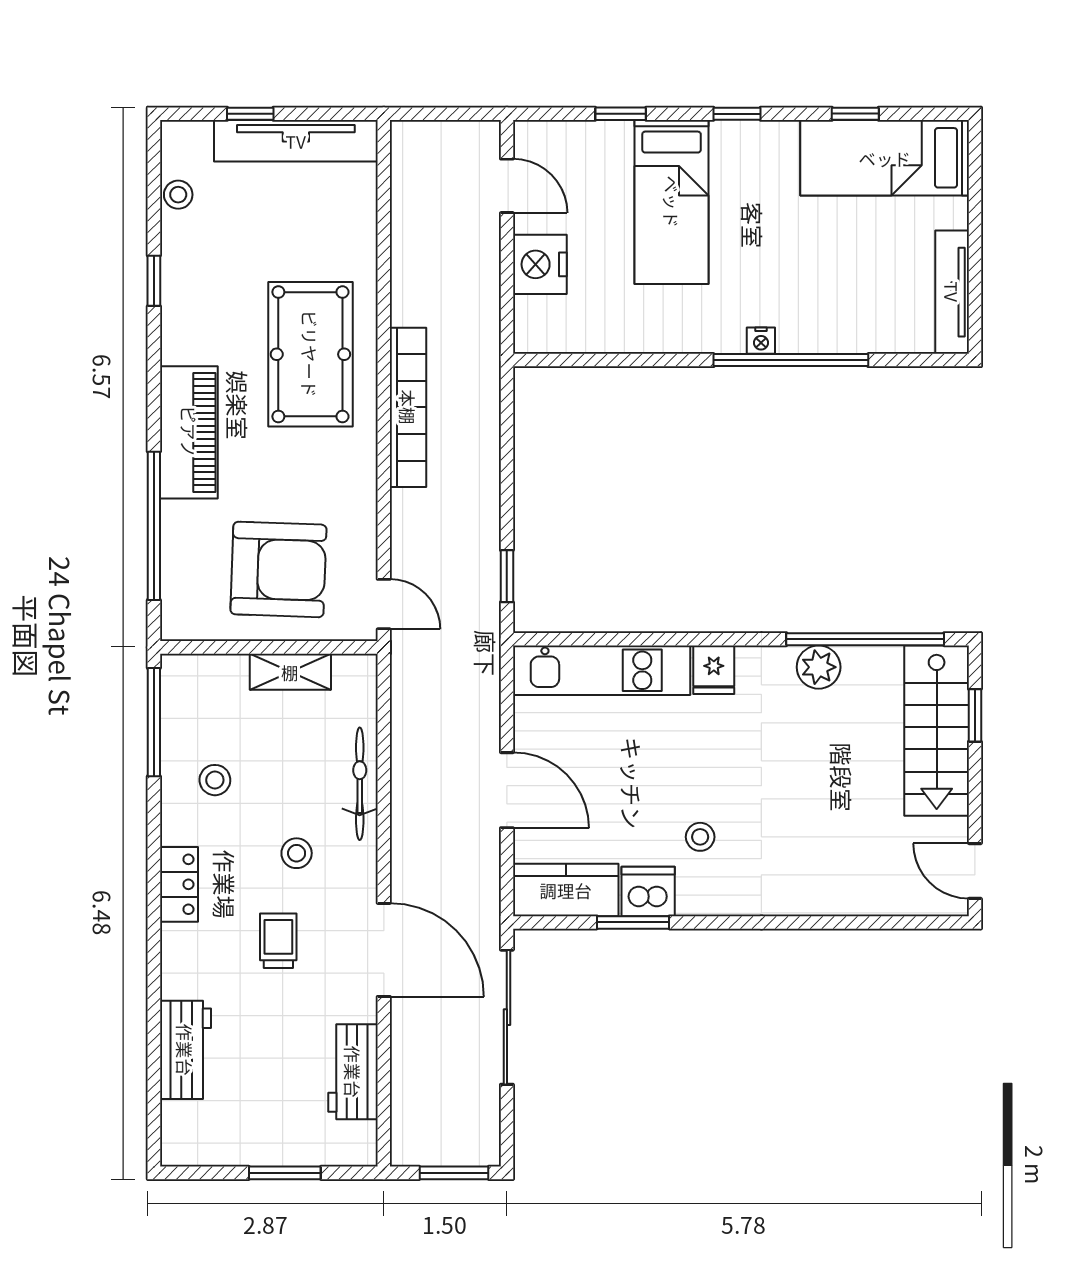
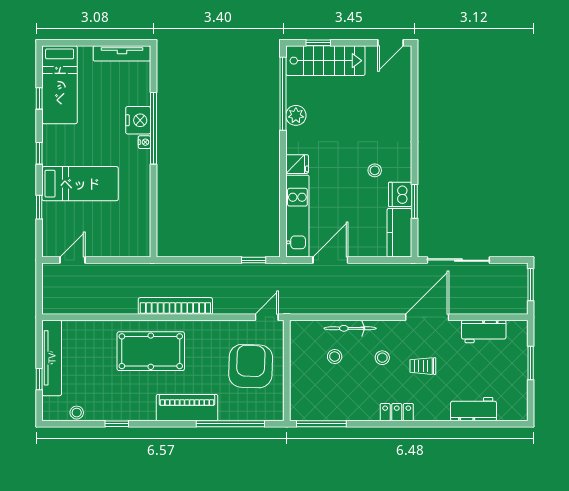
nightstand: (540, 264) -> (138, 120), moved, turned -90
shelving: (290, 672) -> (298, 360), removed
stool: (215, 780) -> (335, 357), moved
door: (507, 790) -> (330, 260), moved

